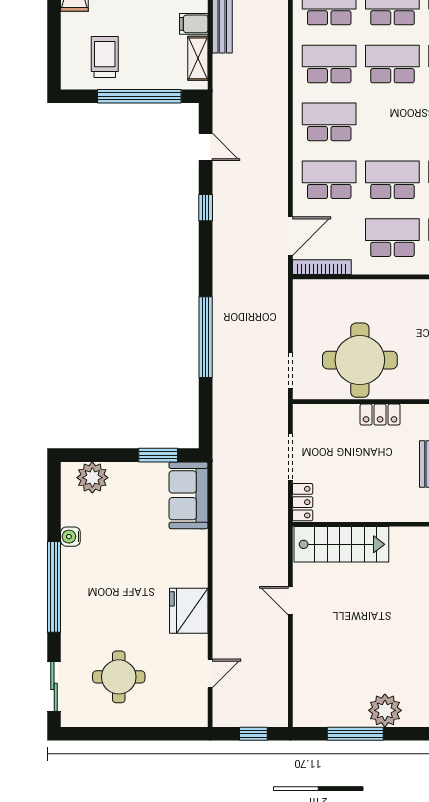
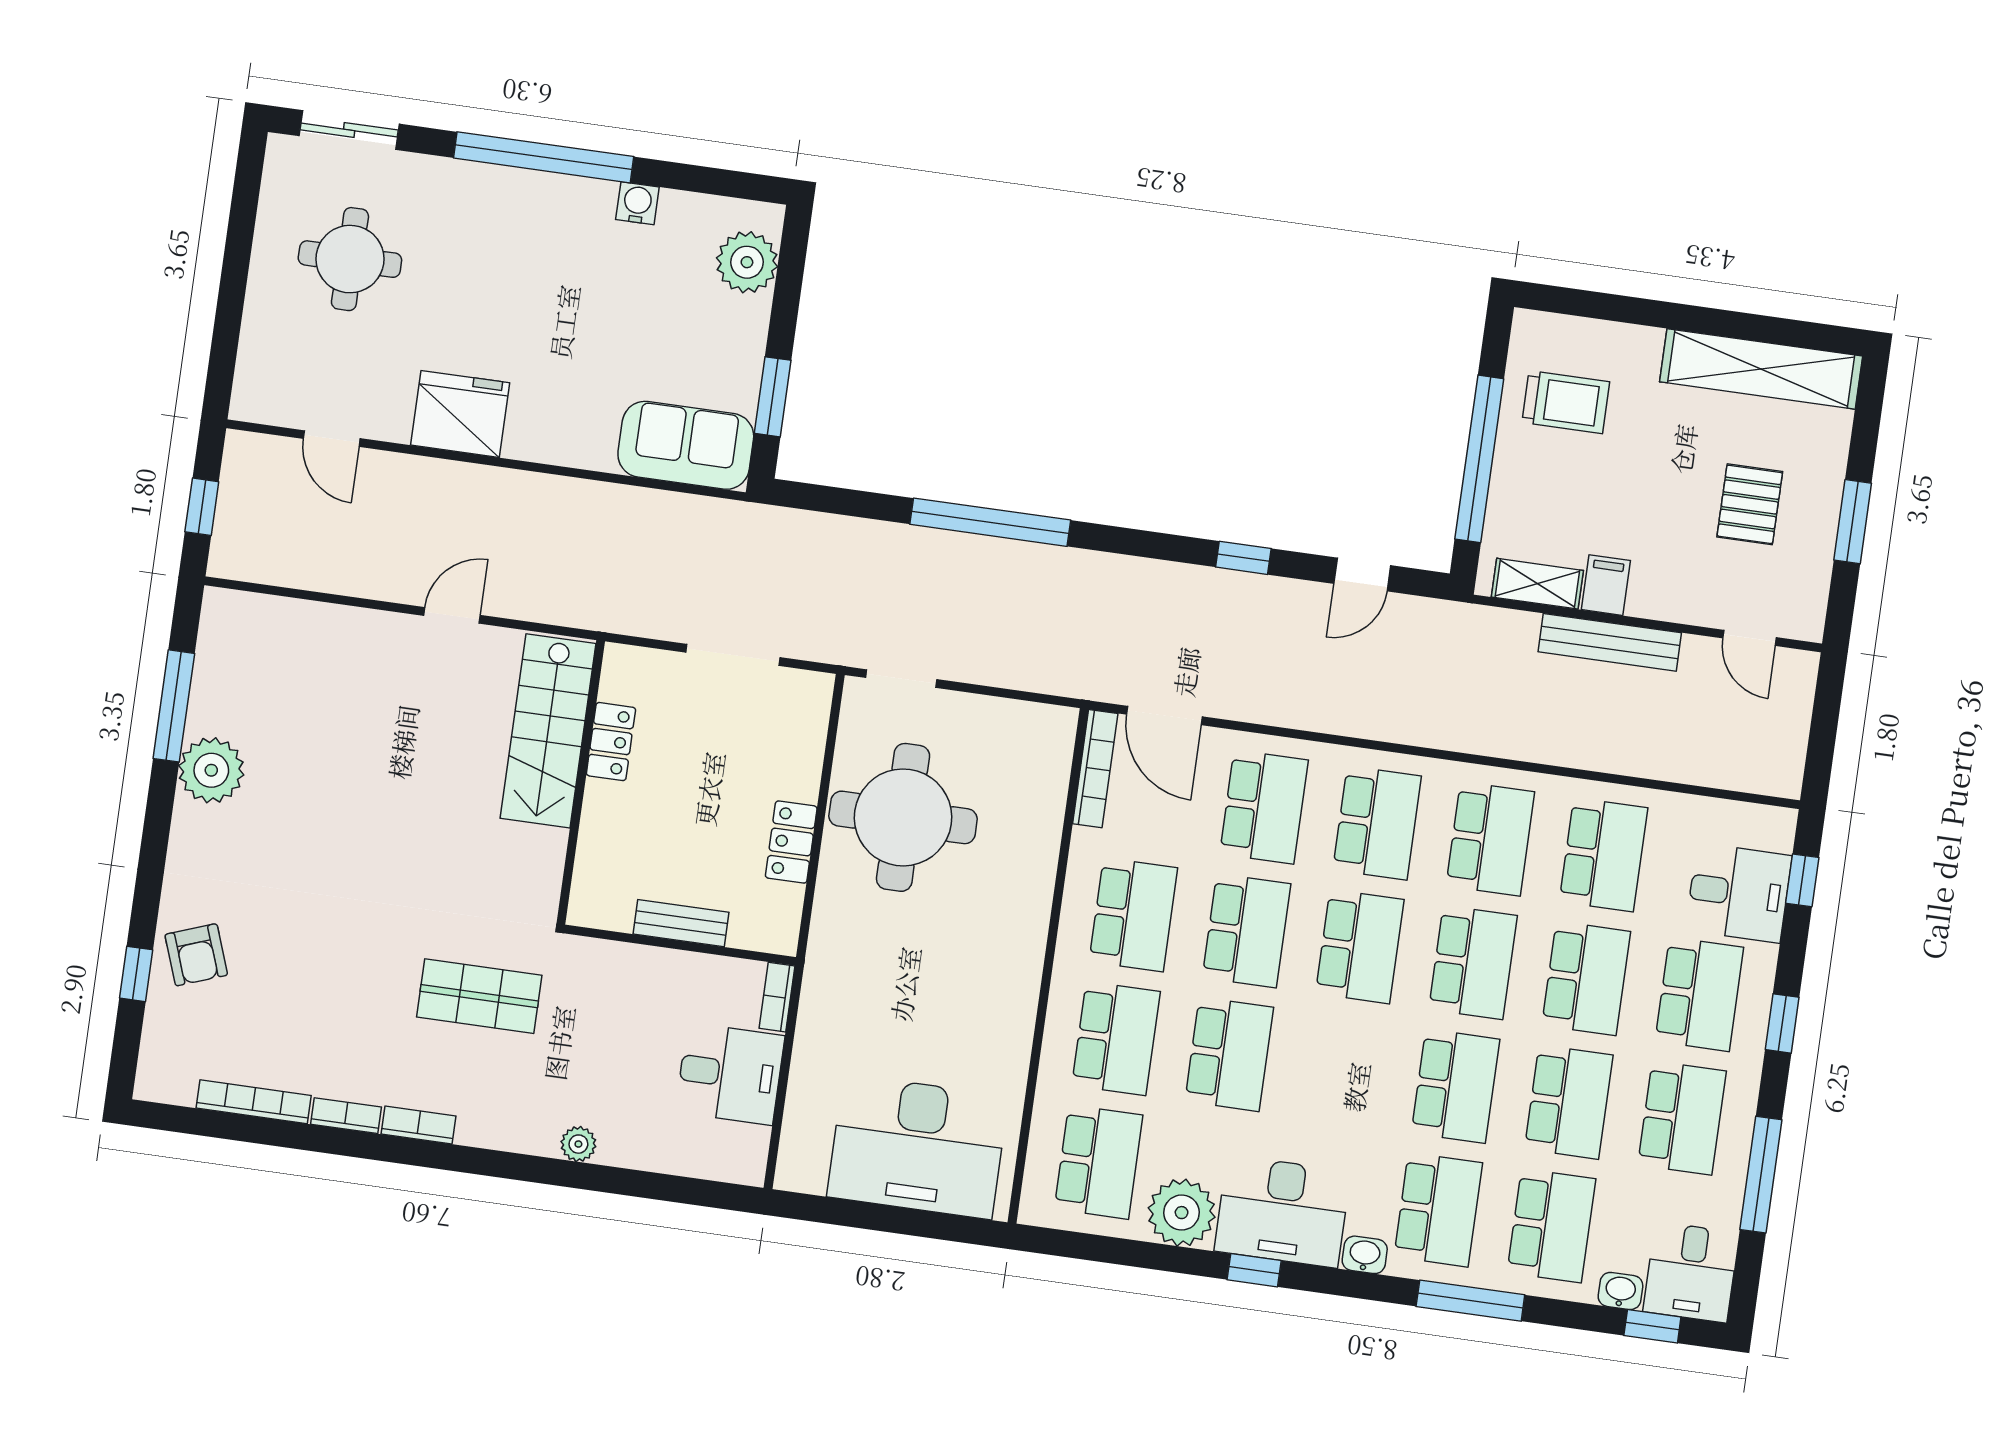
school desk: (392, 122) -> (1360, 947), added
locker: (303, 502) -> (611, 742), moved, turned -90

